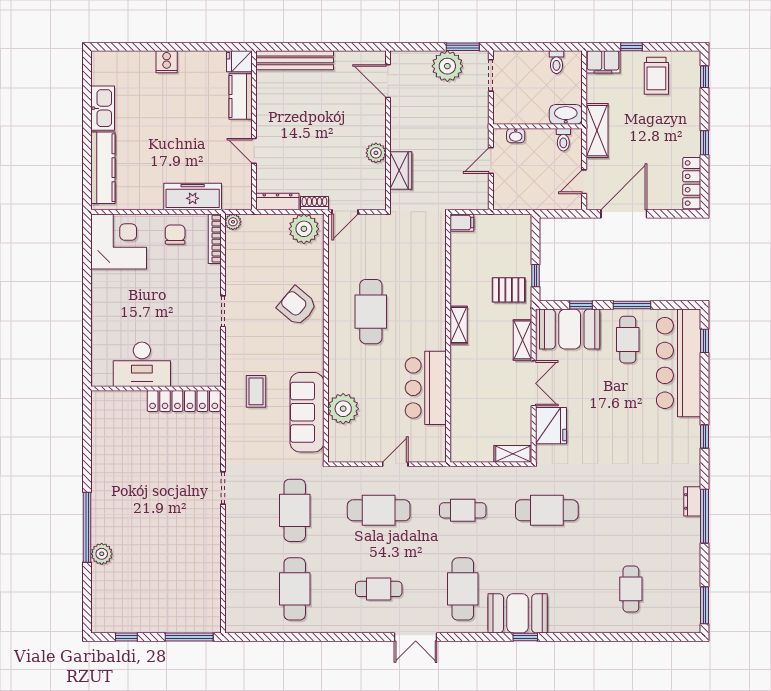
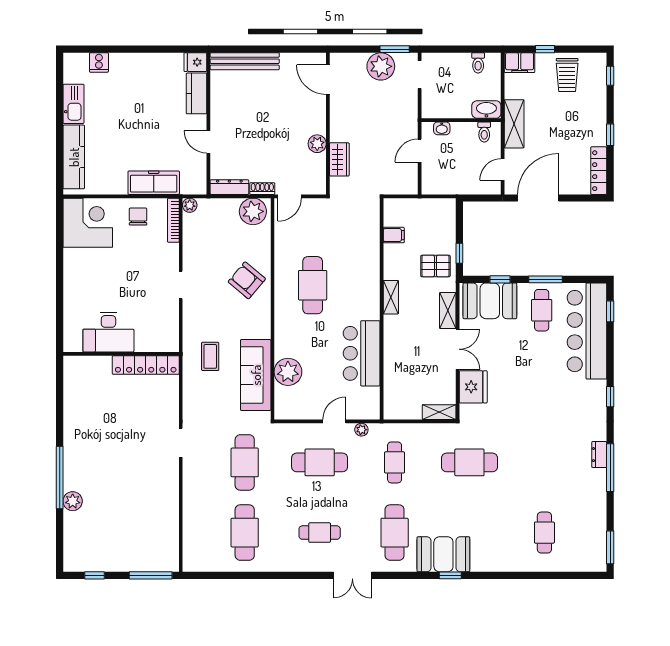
cooker: (167, 62) -> (99, 62), moved
filing cabinet: (462, 223) -> (394, 235), moved
plant: (426, 474) -> (361, 430), added
cafe table: (463, 510) -> (395, 462), turned 90

